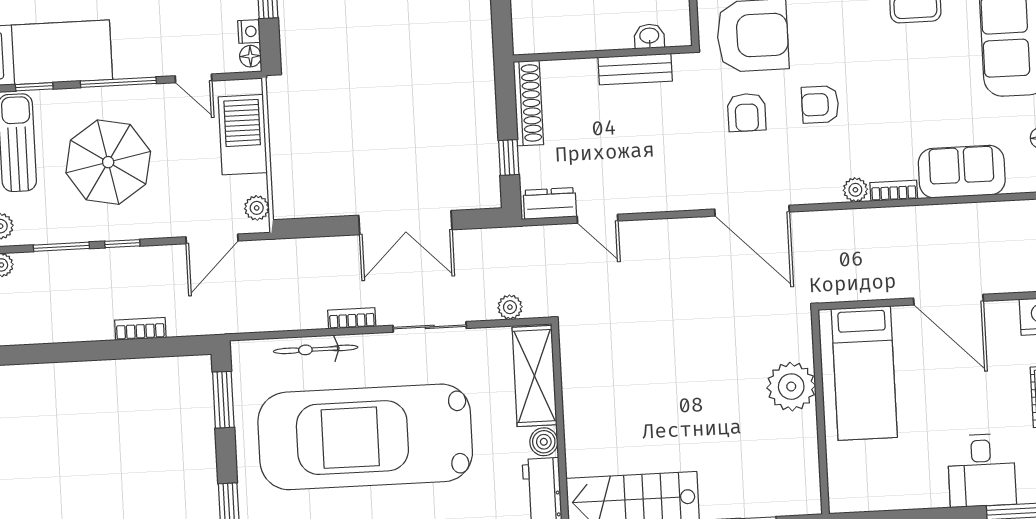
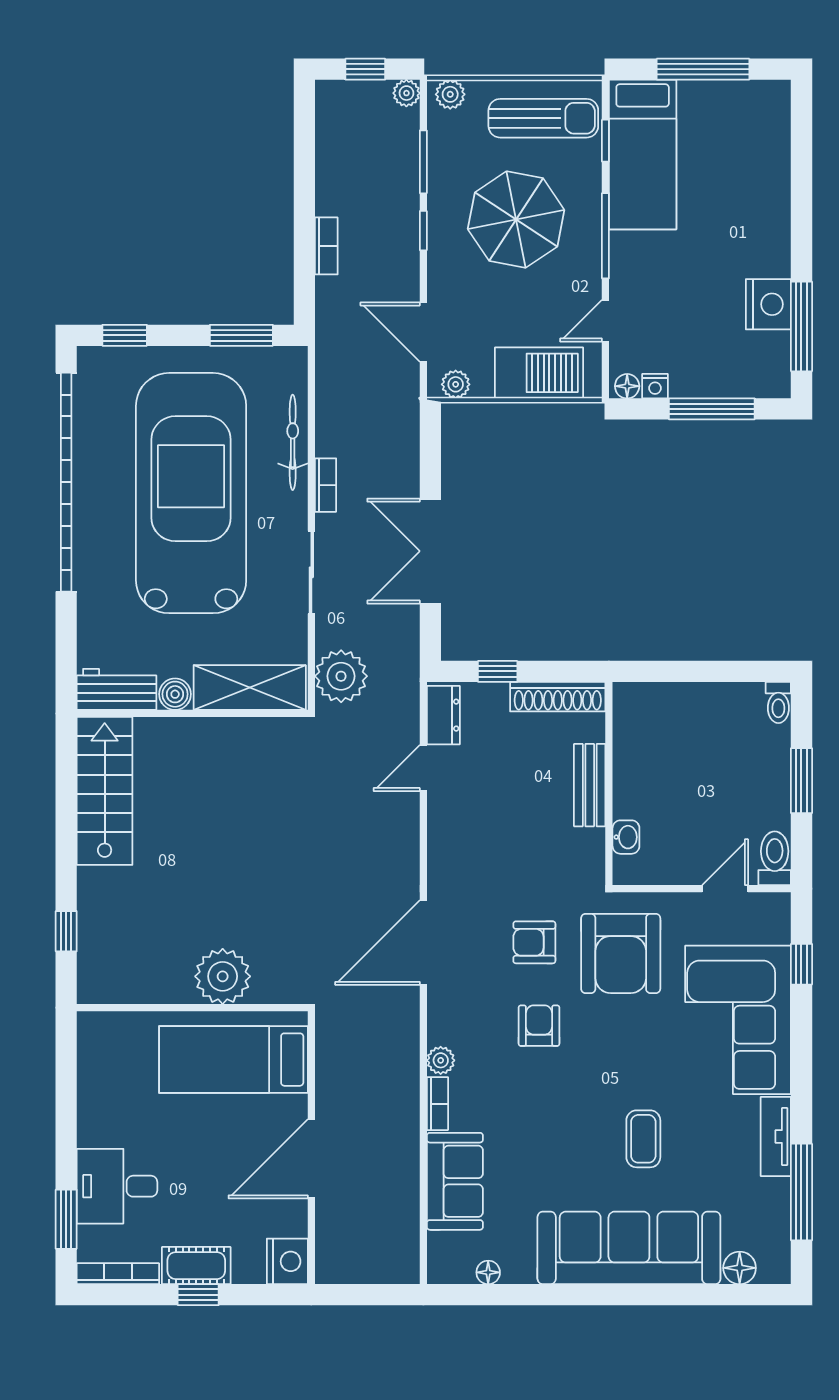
bench: (635, 69) -> (590, 785), moved
plant: (510, 307) -> (341, 676), width x1.87, depth x1.87

